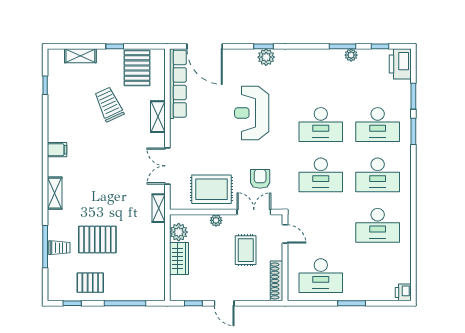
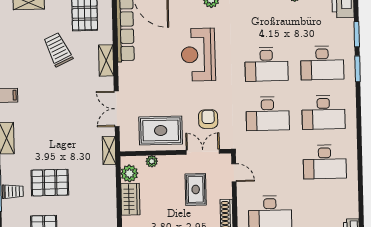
plant: (216, 220) -> (152, 161), moved

